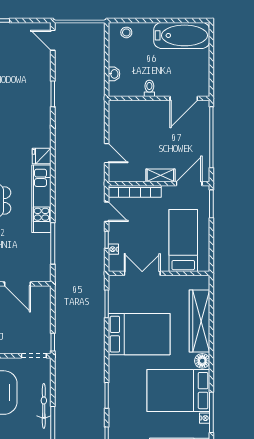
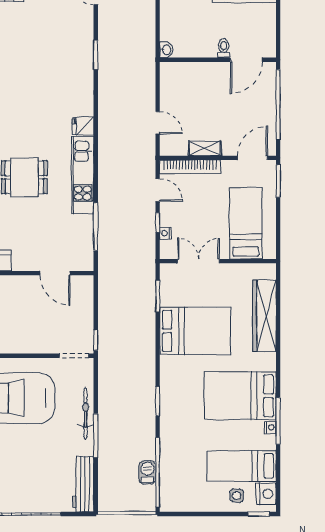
washbasin: (114, 74) -> (166, 50), moved
toilet: (149, 88) -> (224, 48), moved
shelving: (160, 175) -> (205, 148), moved
floor lamp: (202, 361) -> (267, 362), removed

